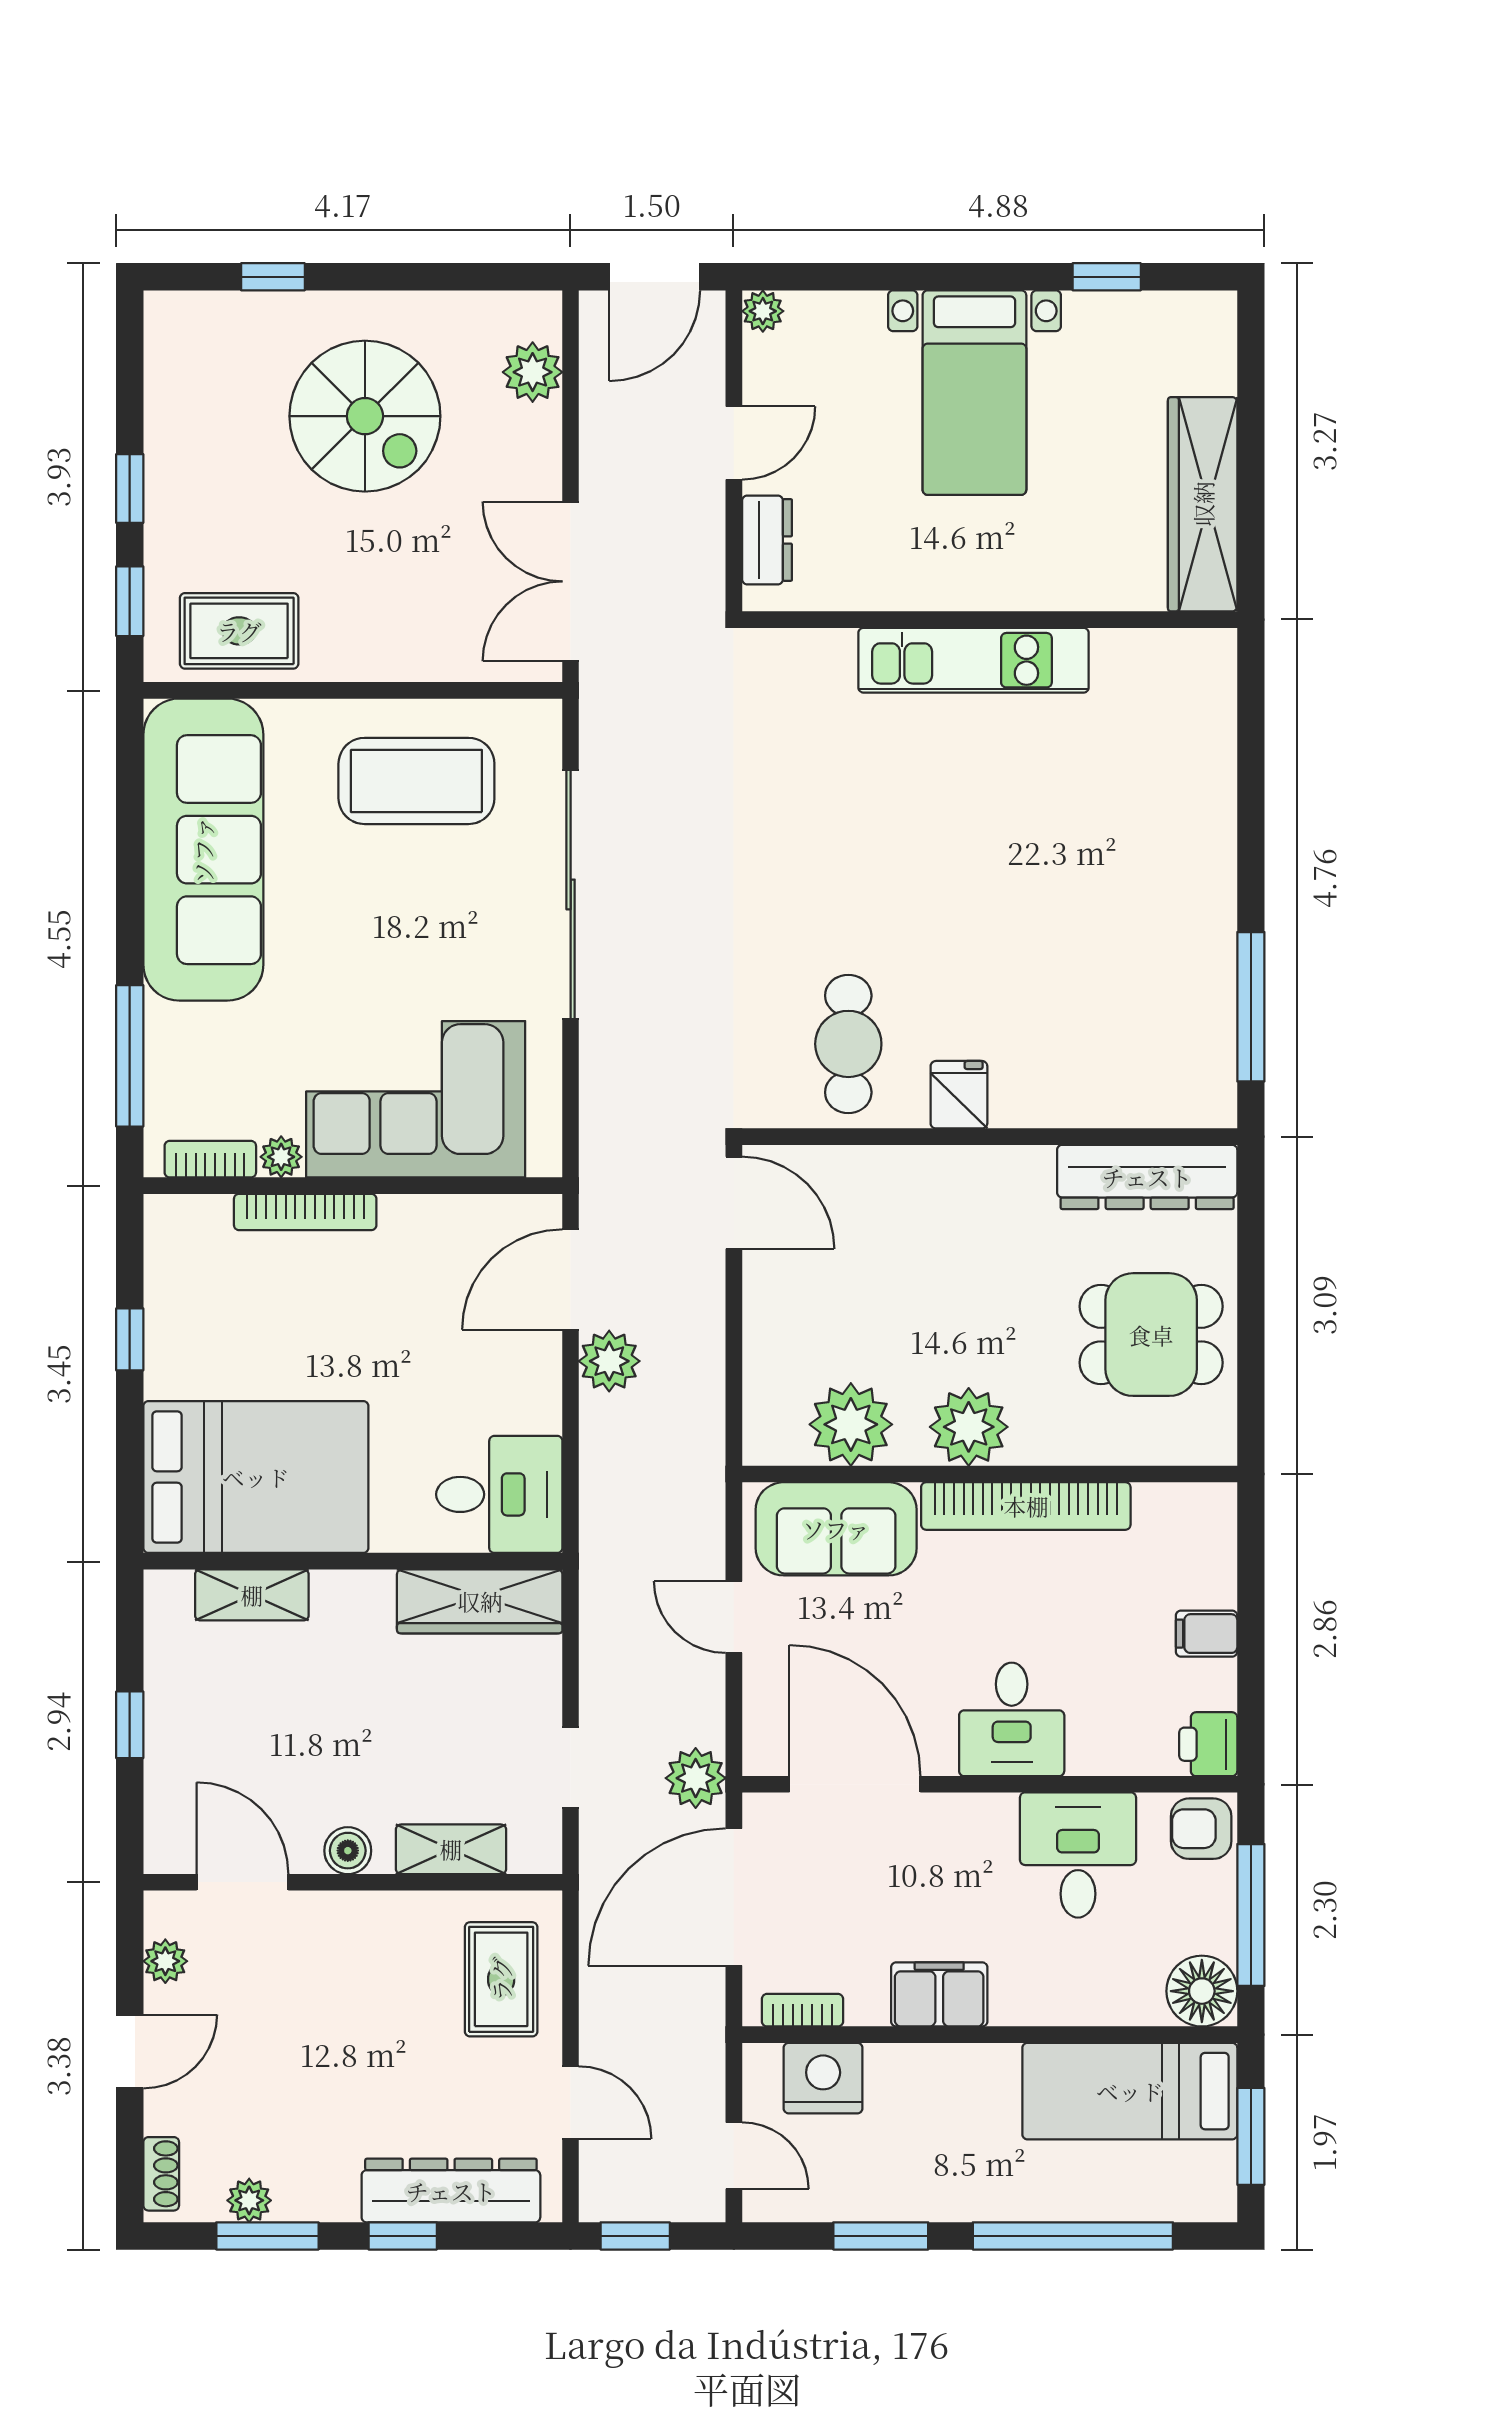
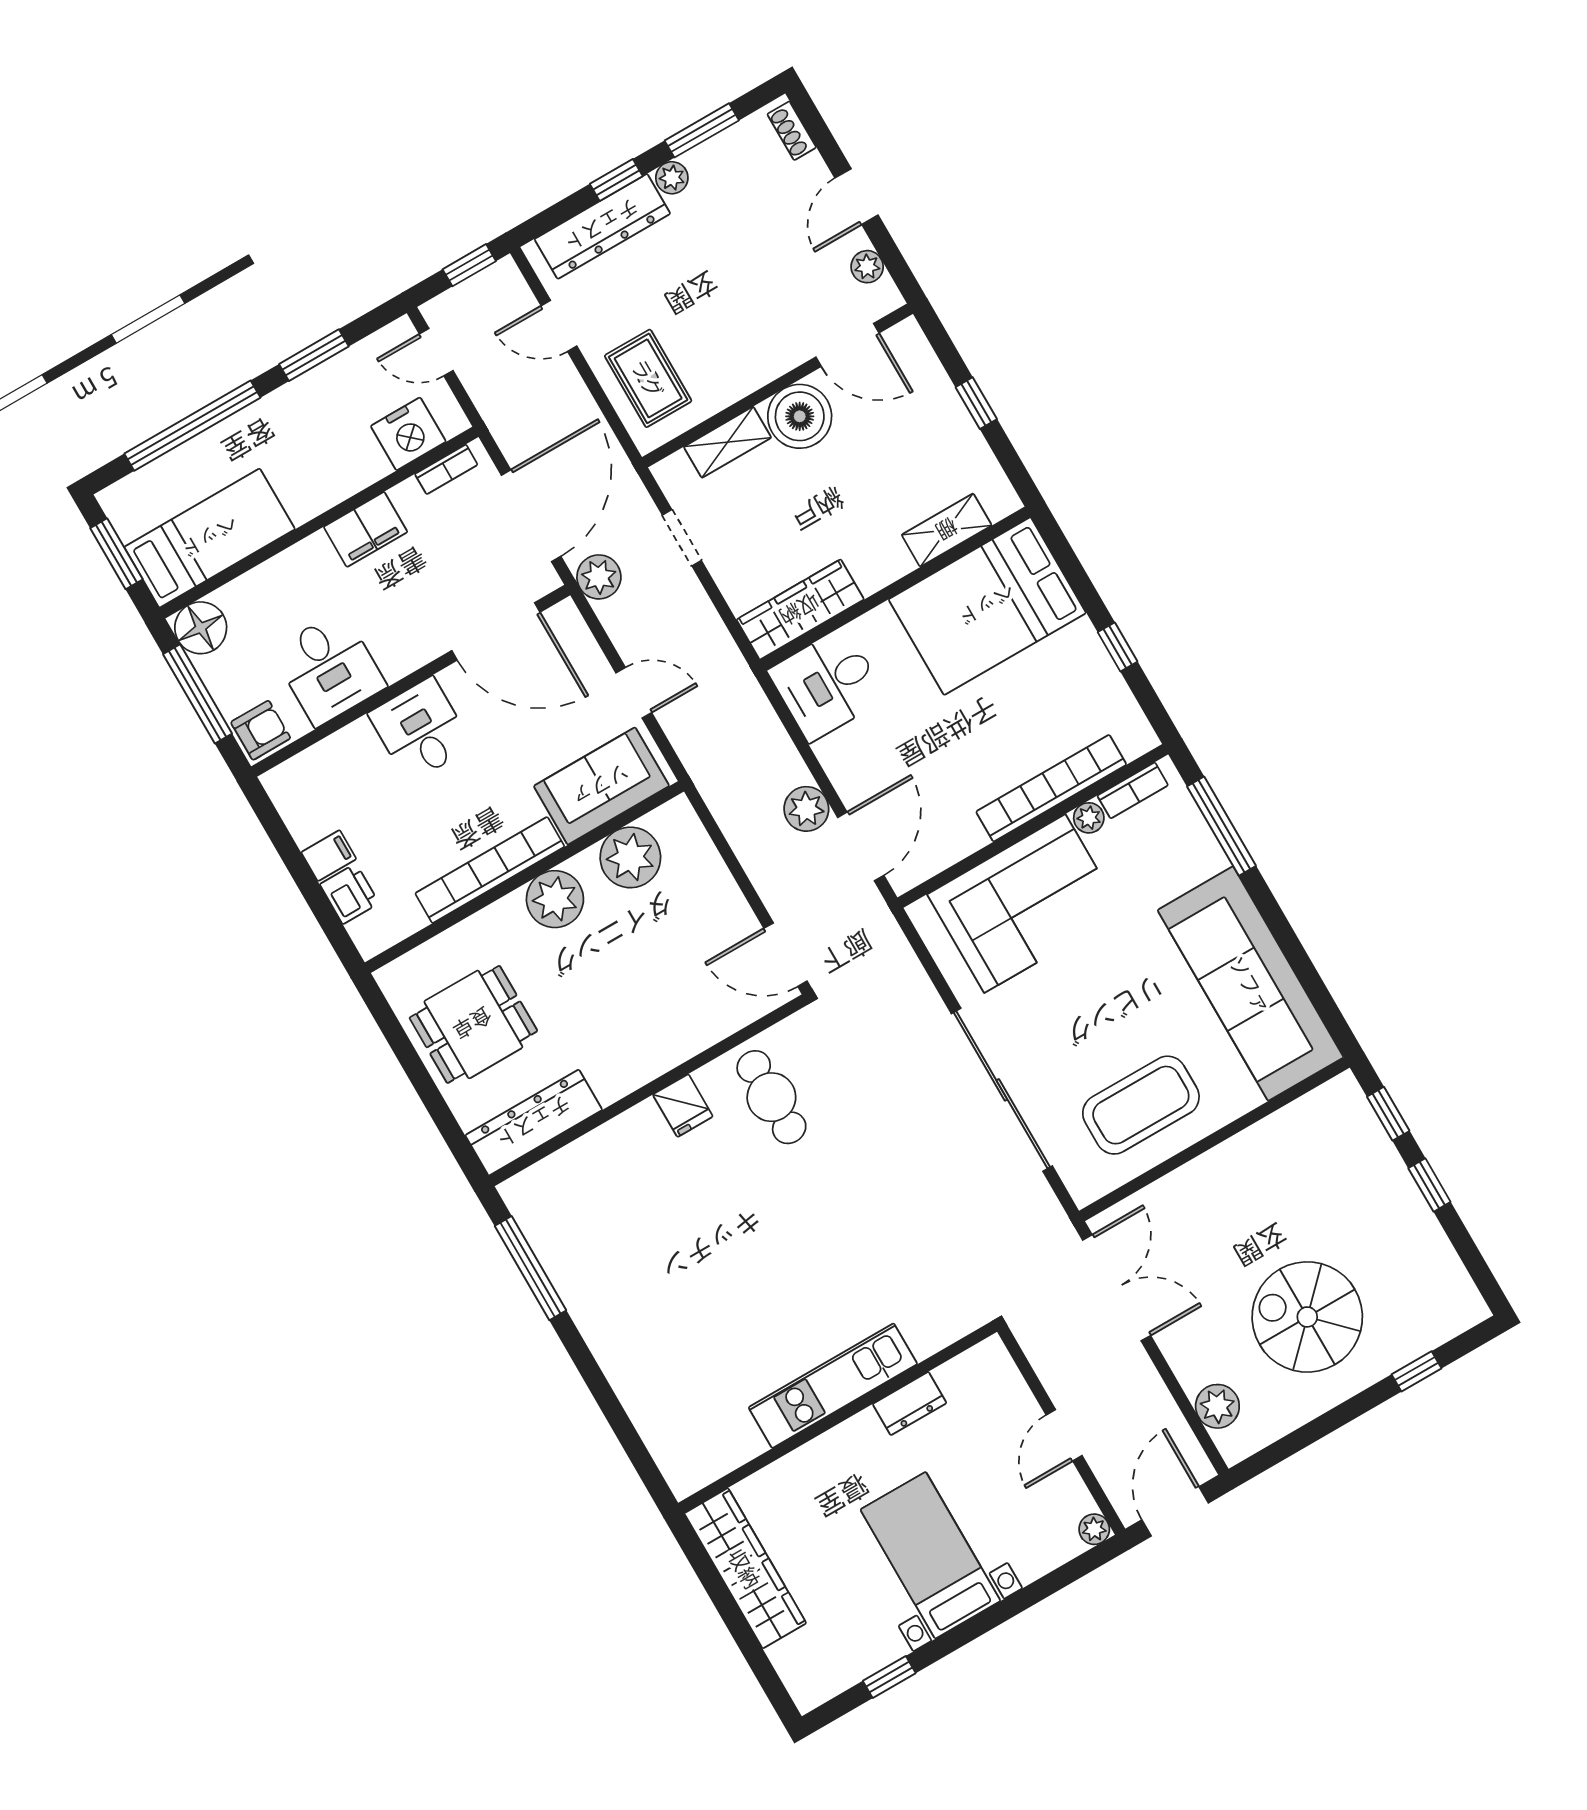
dresser: (767, 540) -> (910, 1404), moved, turned -90
rug: (239, 631) -> (1308, 1135), removed
bookcase: (305, 1212) -> (1051, 788), width x1.48, depth x1.31
printer: (1208, 1744) -> (349, 894), moved
boiler: (348, 1851) -> (800, 416), width x1.86, depth x1.86
plant: (249, 2200) -> (672, 178), moved

